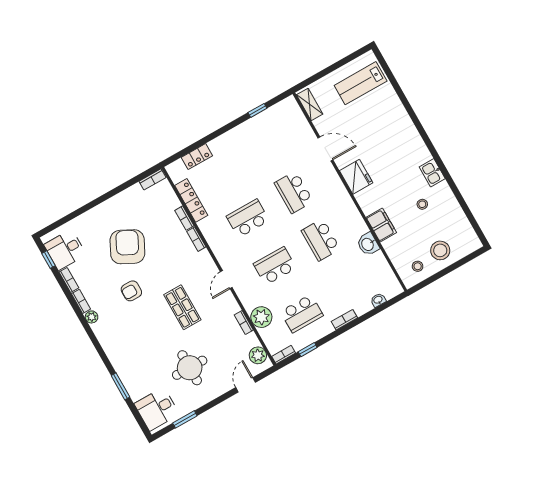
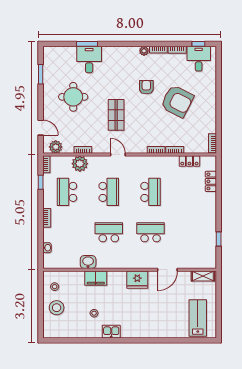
locker: (191, 200) -> (189, 161), width x0.66
shop shelf: (182, 307) -> (116, 115), turned 90
desk: (157, 409) -> (89, 59), moved

